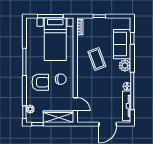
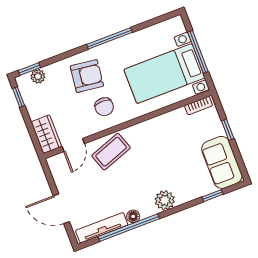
sofa: (122, 44) -> (222, 162), moved, turned -90
coffee table: (97, 59) -> (111, 152), moved
armchair: (40, 82) -> (87, 76), turned -83
wardrobe: (59, 117) -> (46, 134), width x0.67

